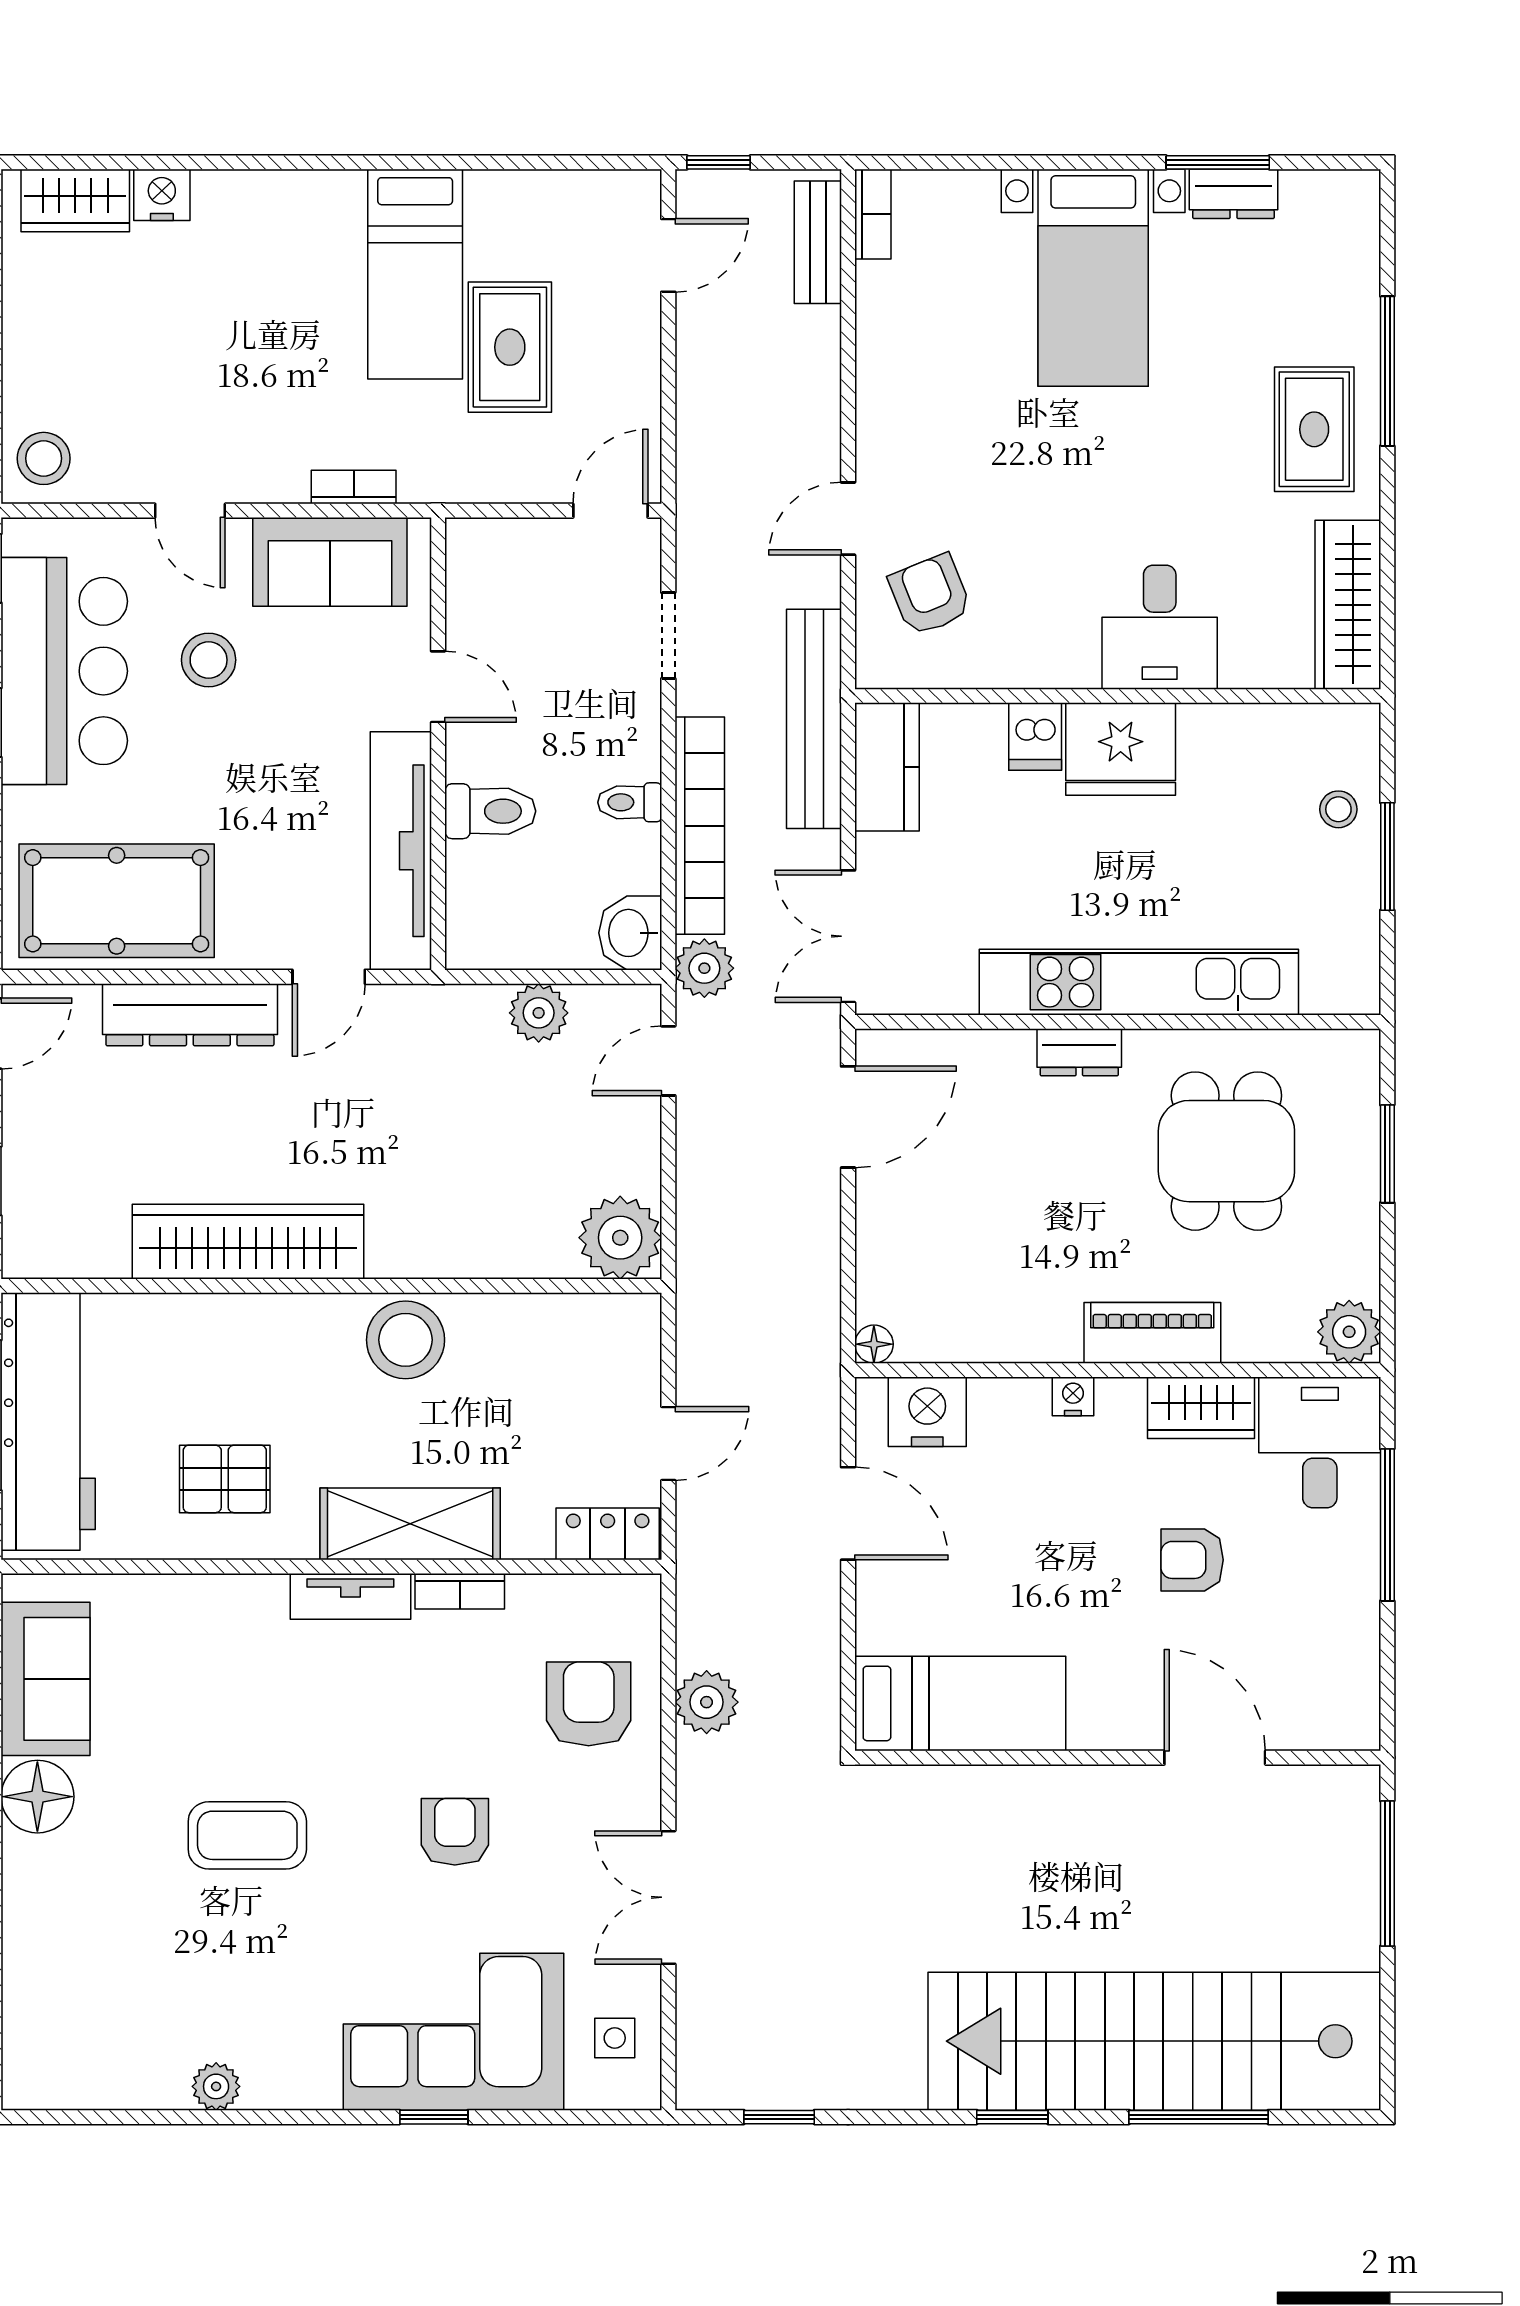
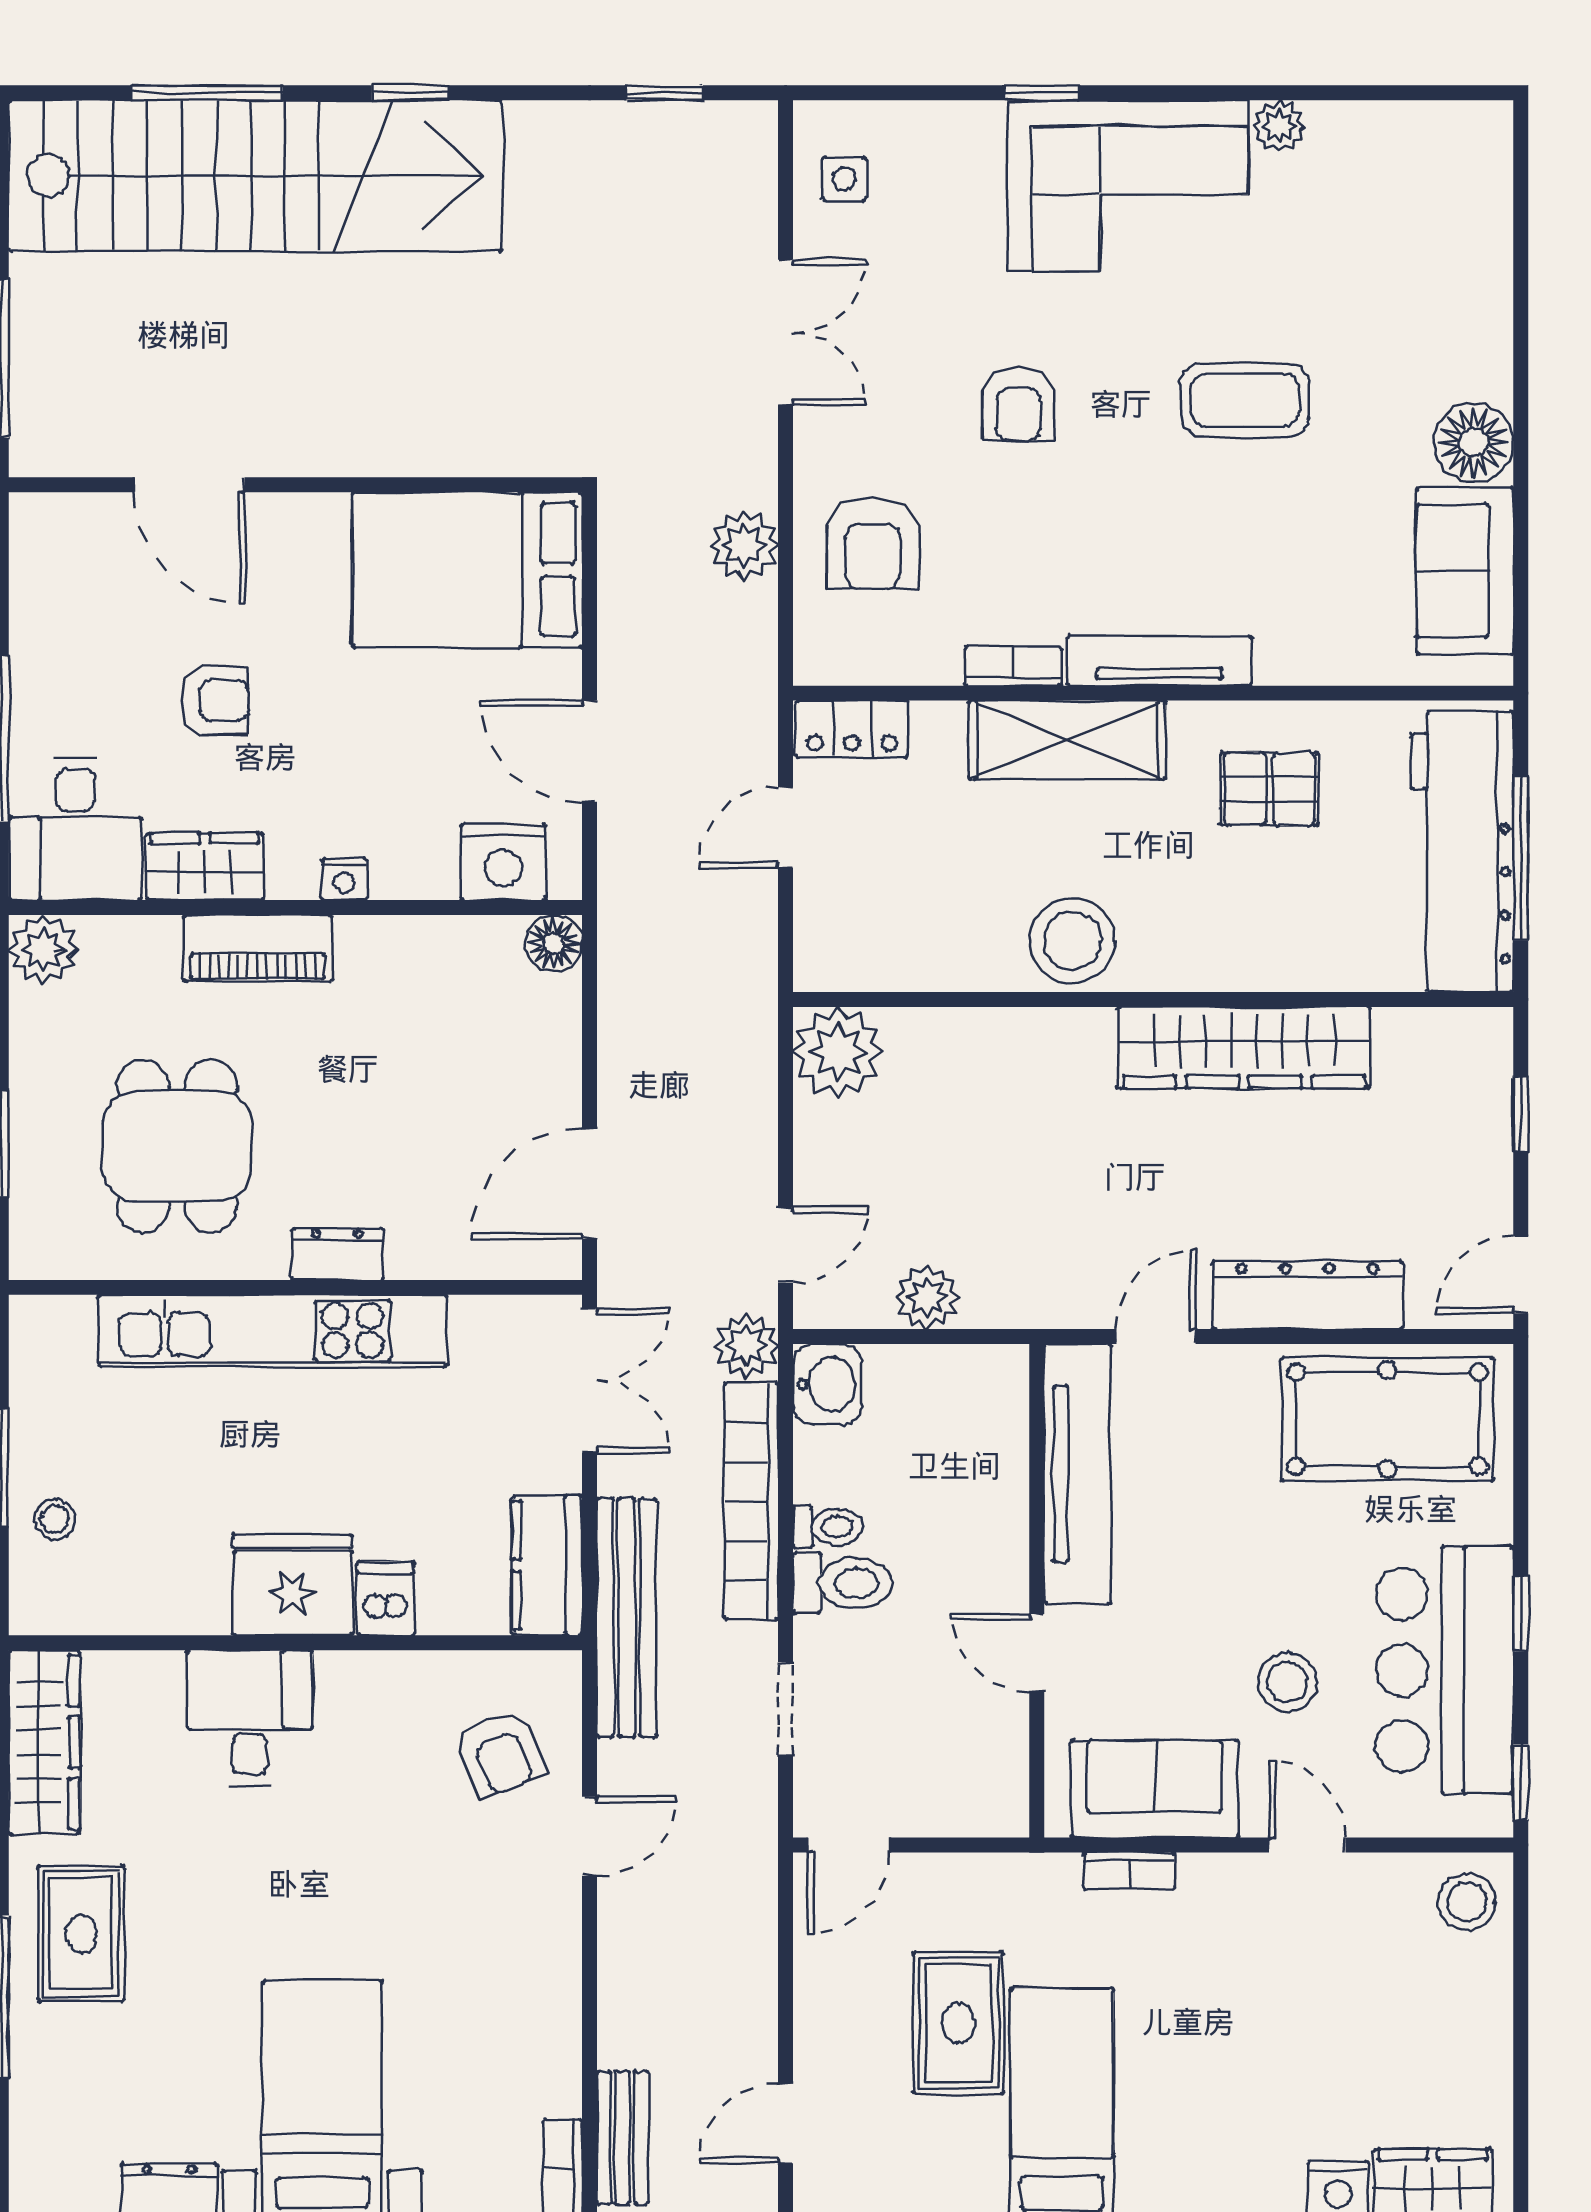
toilet: (490, 811) -> (842, 1583), moved, turned 180
floor lamp: (874, 1344) -> (554, 944), width x1.37, depth x1.37
tv unit: (350, 1596) -> (1159, 661), width x1.41
bed: (960, 1703) -> (467, 570), width x1.50
corner sofa: (453, 2032) -> (1128, 186), moved

